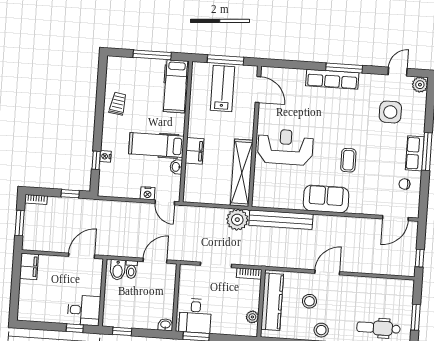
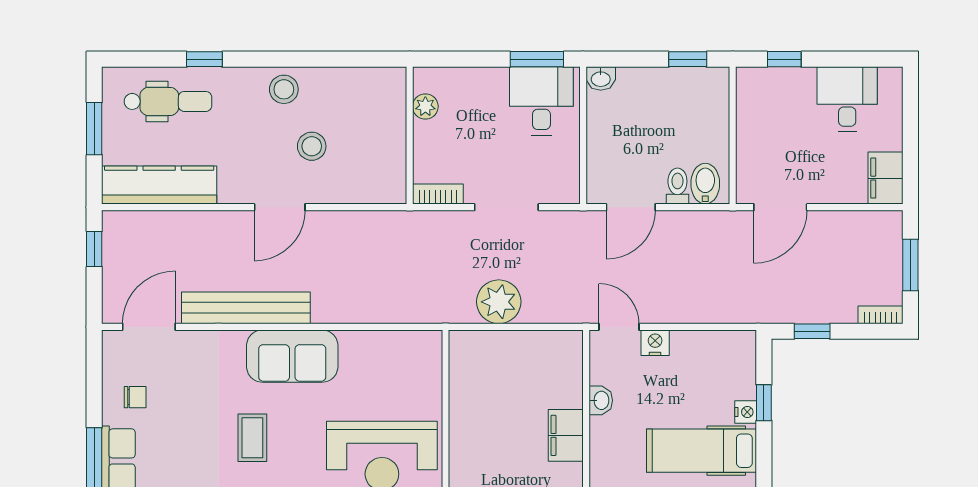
hospital bed: (156, 145) -> (702, 451), moved, turned 180
shelving: (242, 173) -> (467, 398), removed
plant: (237, 220) -> (499, 302), moved
bench: (281, 220) -> (246, 308), moved
kitchen counter: (272, 302) -> (159, 185), moved, turned 90
desk: (84, 310) -> (847, 99), moved, turned 90

